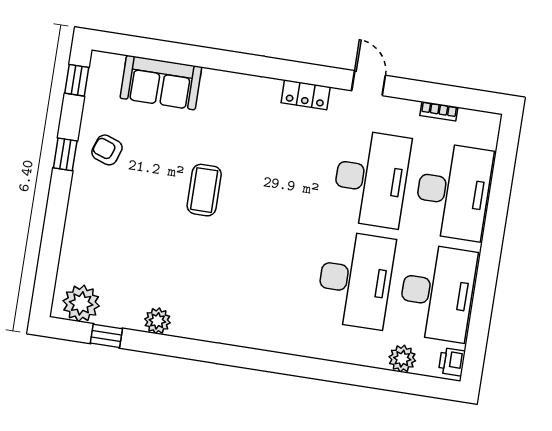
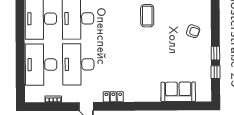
window: (77, 80) -> (216, 72), moved
armchair: (107, 150) -> (193, 31), moved
coffee table: (204, 190) -> (147, 16), moved

